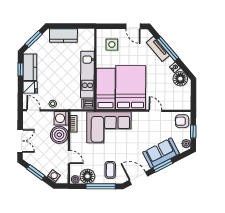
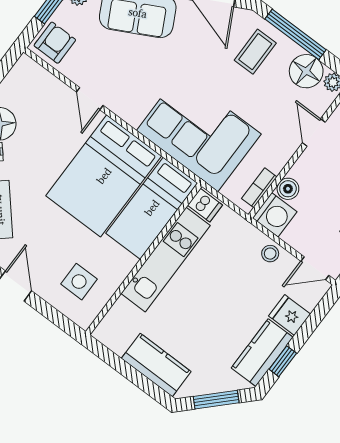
door: (33, 110) -> (315, 268), hinge flipped
armchair: (182, 121) -> (55, 43), turned -88
boiler: (59, 135) -> (288, 189), width x0.54, depth x0.54

